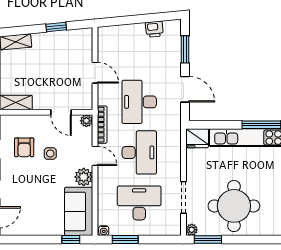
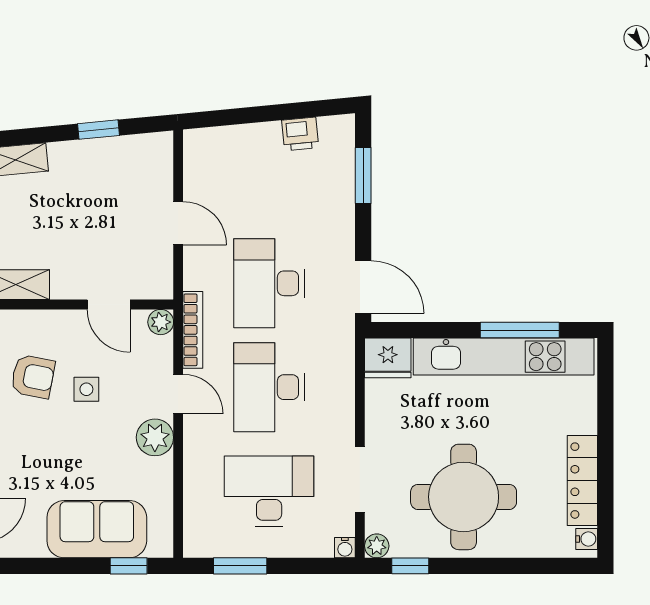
door: (185, 89) -> (363, 287), moved
armchair: (24, 147) -> (33, 377), turned -79
desk: (139, 152) -> (269, 387), turned 180
sofa: (79, 211) -> (97, 529), moved, turned 90
water cooler: (104, 231) -> (345, 548), moved
window: (208, 240) -> (410, 566), width x0.67

